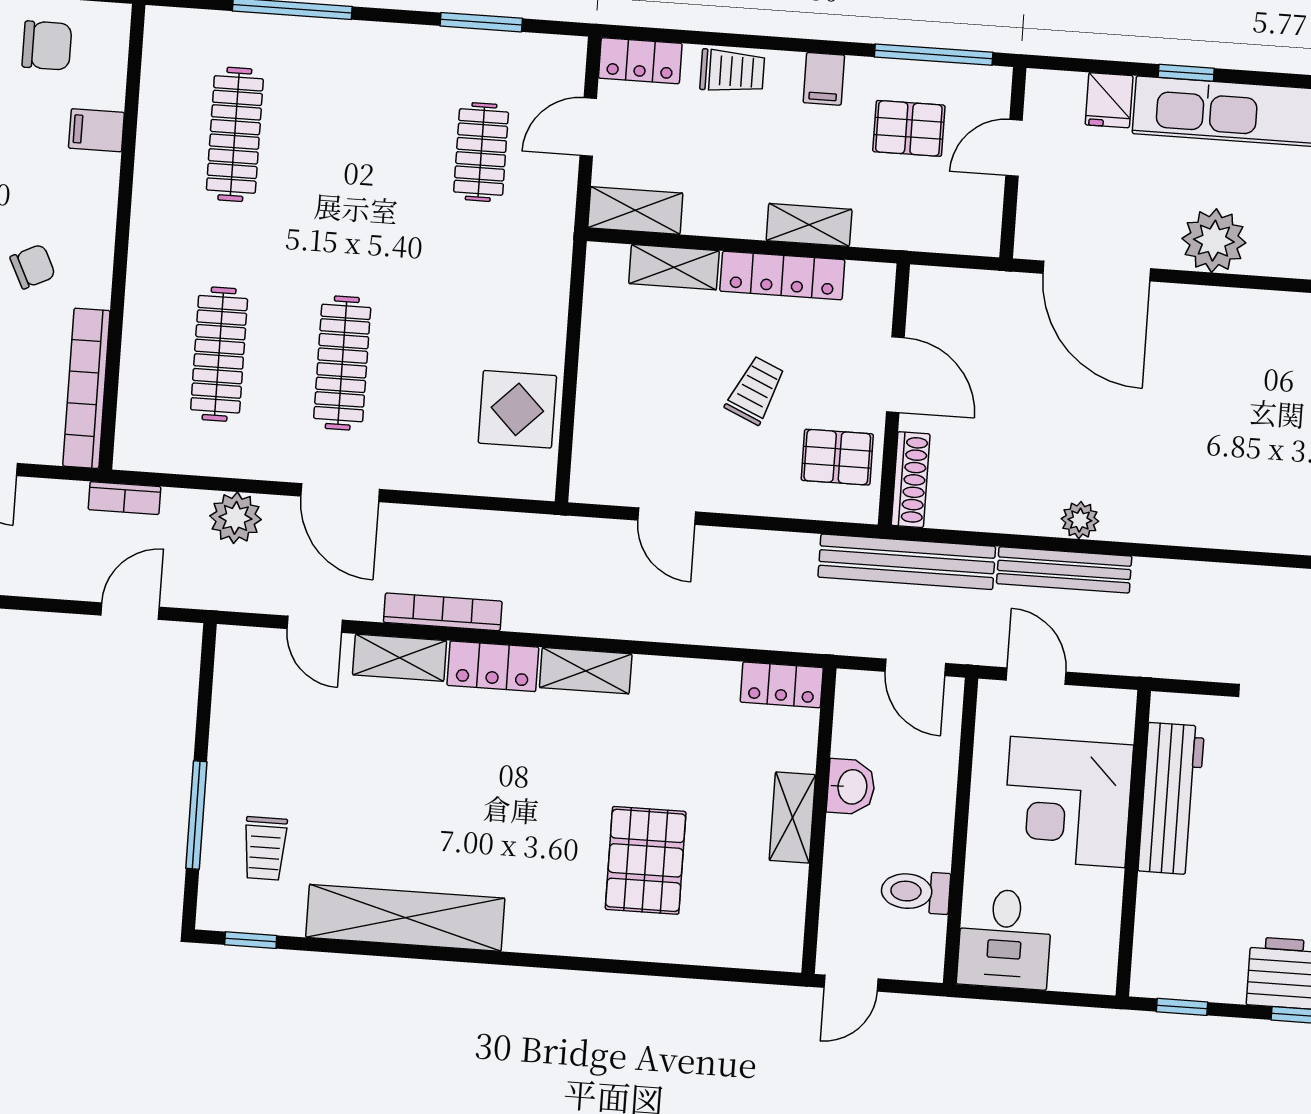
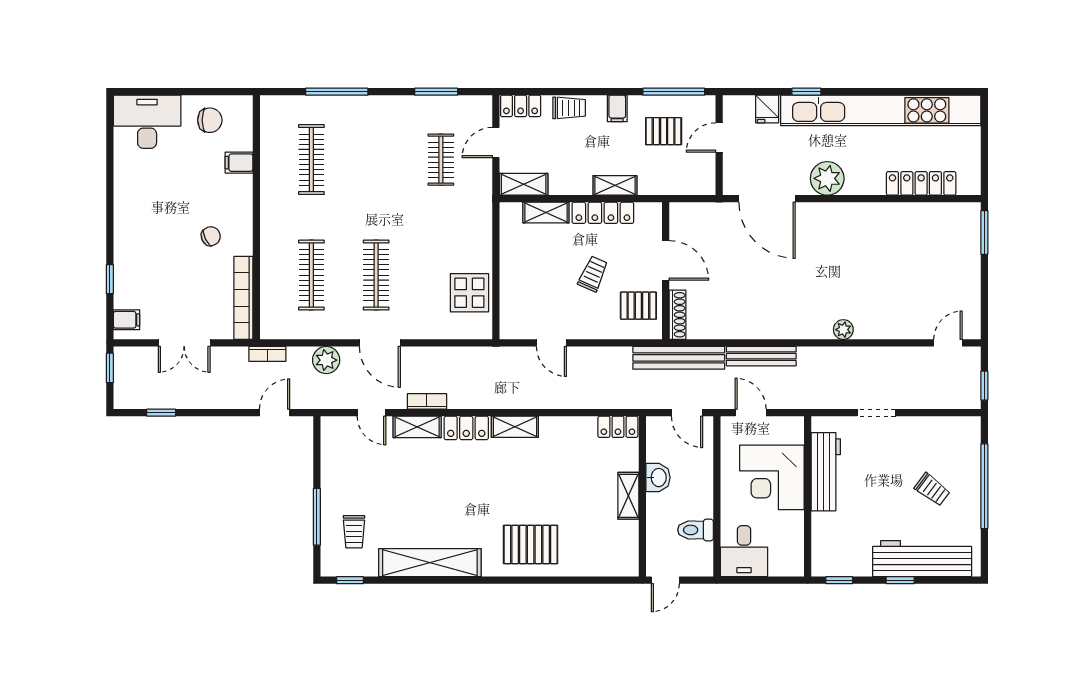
plant: (1080, 520) -> (843, 330), moved
bookcase: (443, 612) -> (427, 401), width x0.64
pallet: (646, 860) -> (531, 544), moved, turned 90

